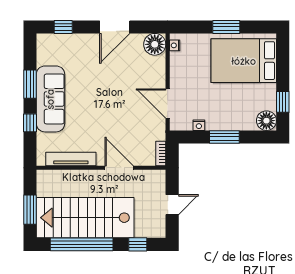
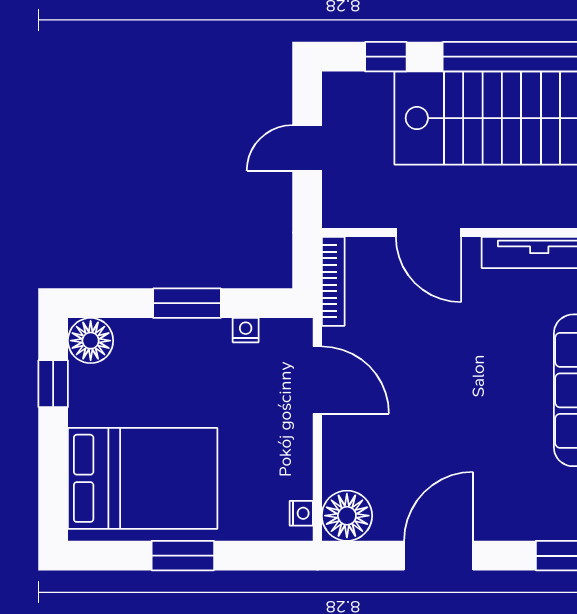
bookcase: (161, 153) -> (333, 281), width x1.56

